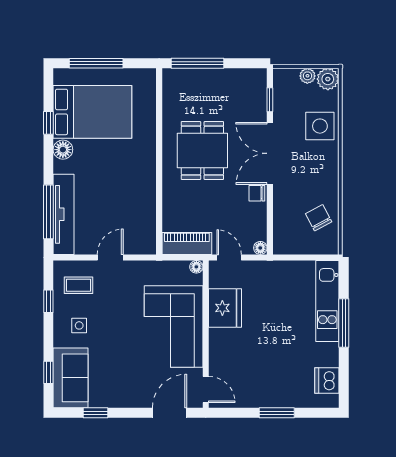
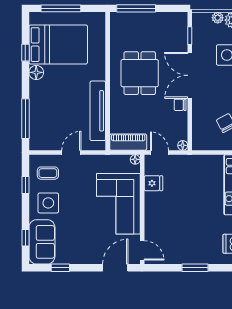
tv unit: (64, 214) -> (98, 111), moved, turned 180
fridge: (225, 308) -> (153, 183), width x0.53, depth x0.75
side table: (79, 325) -> (48, 203), width x1.87, depth x1.87

